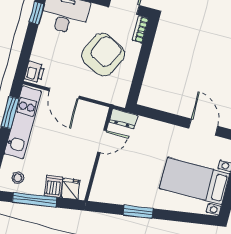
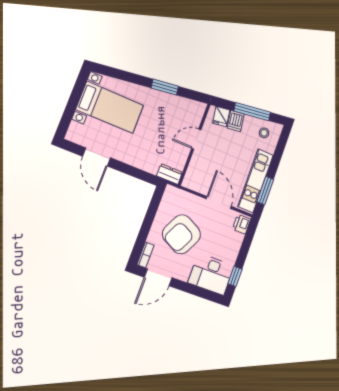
door: (102, 141) -> (196, 139), moved

